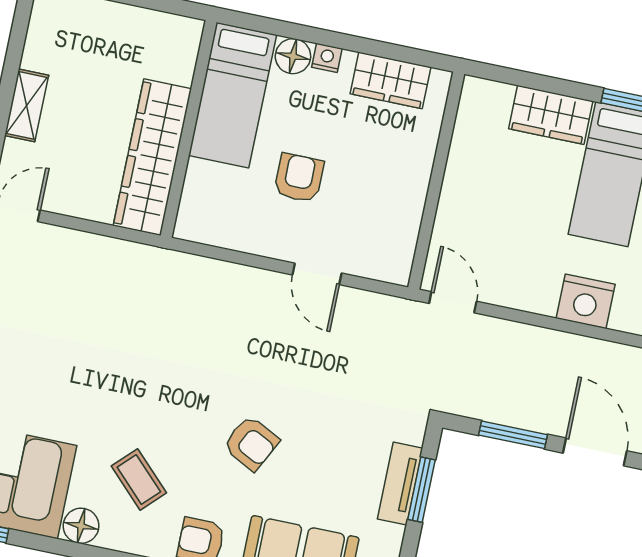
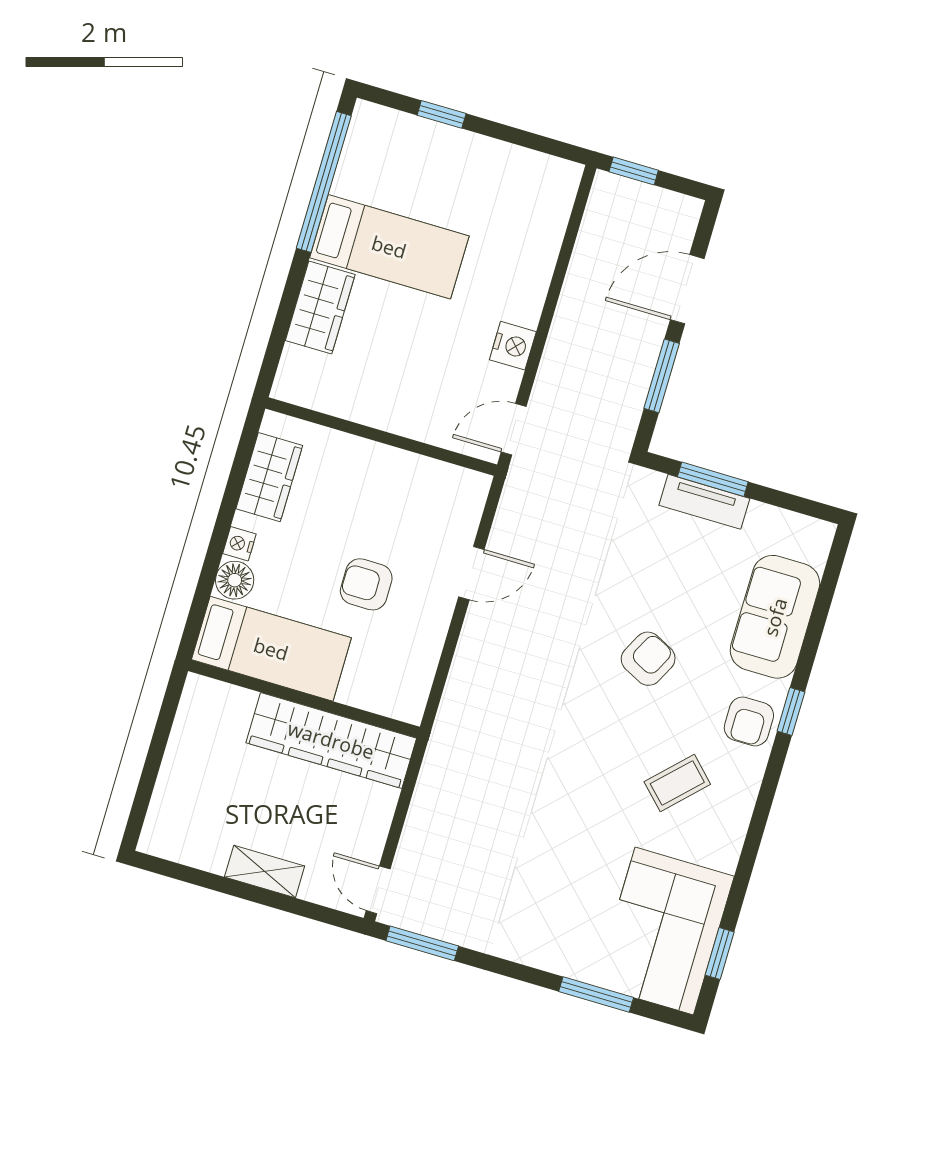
nightstand: (586, 301) -> (513, 346), moved, width x0.74, depth x0.75
floor lamp: (81, 526) -> (722, 849), removed

